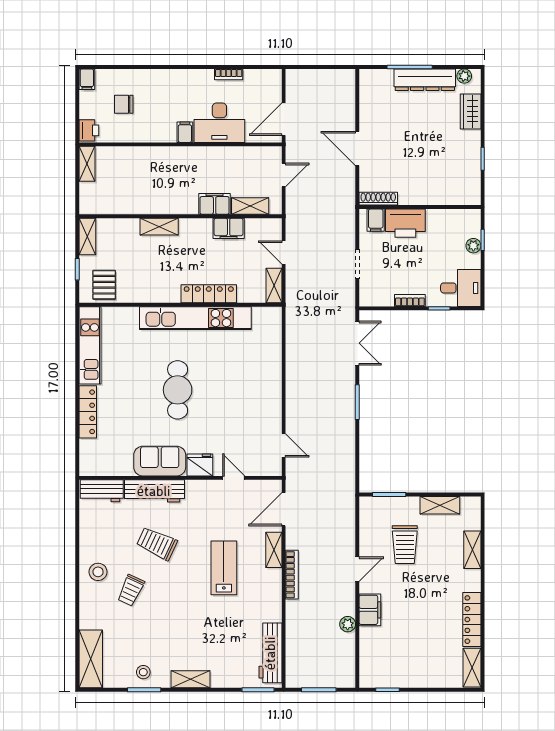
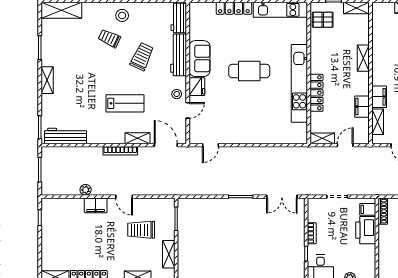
stool: (143, 672) -> (177, 94), moved

